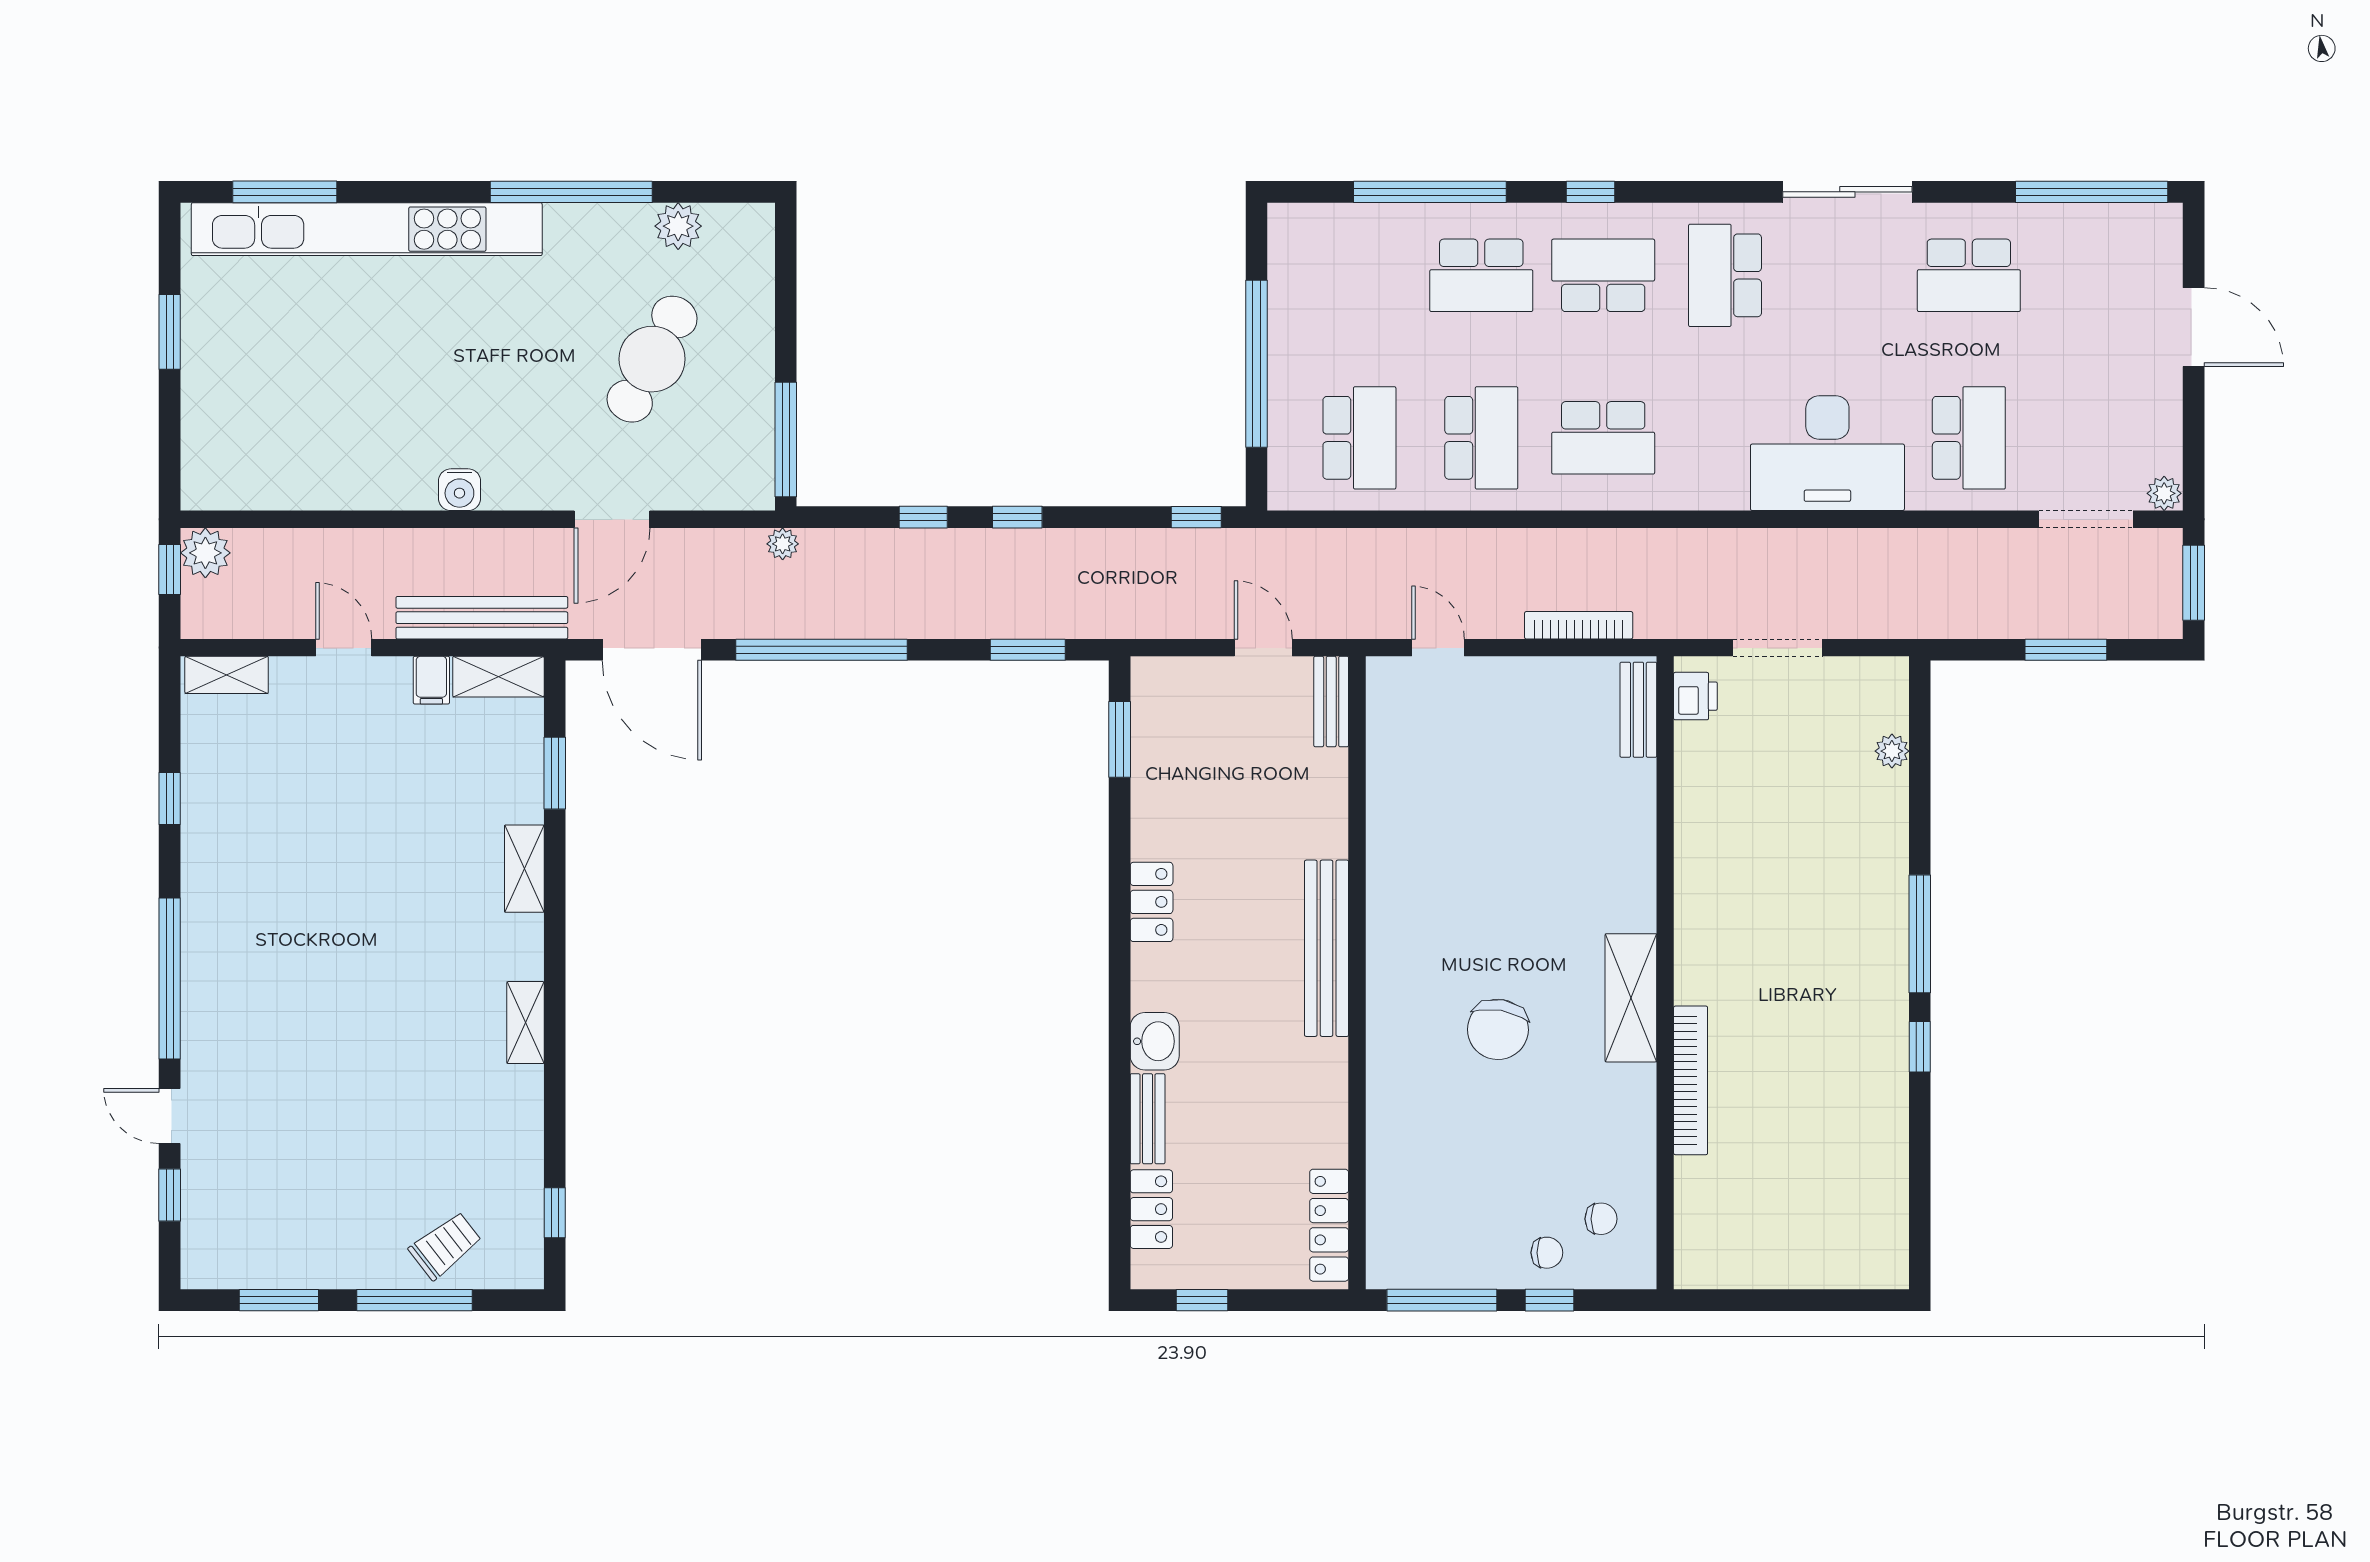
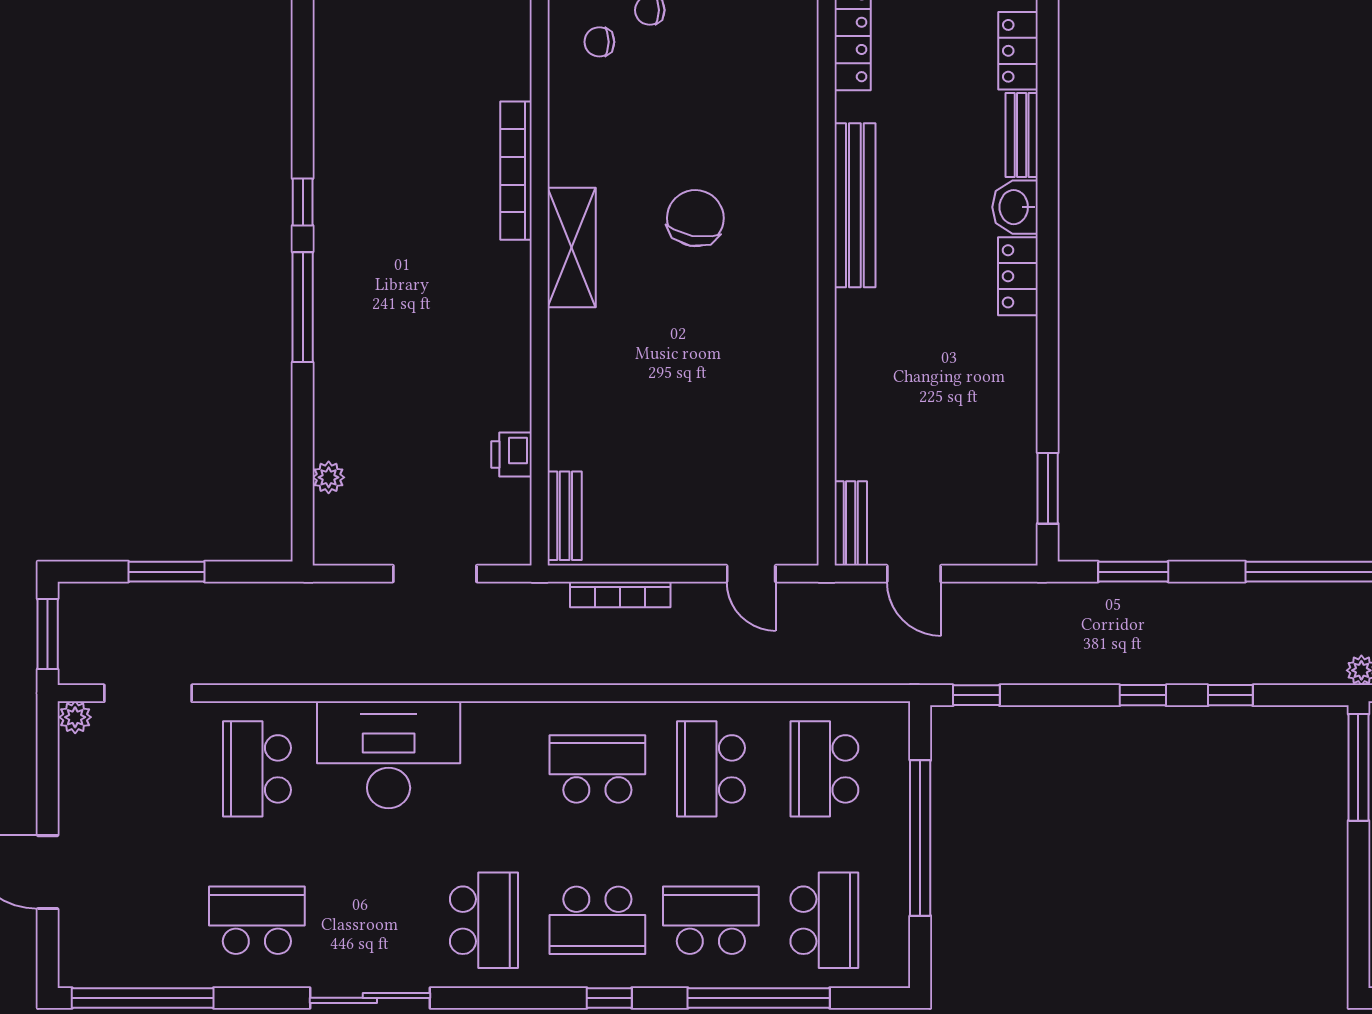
school desk: (1359, 275) -> (824, 920), added
printer: (1695, 696) -> (511, 454), moved
locker: (1152, 902) -> (1018, 276), moved
bench: (1327, 948) -> (855, 205), moved

